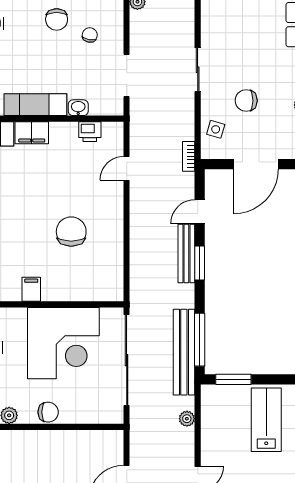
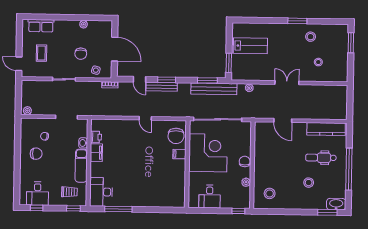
coffee table: (246, 27) -> (41, 53), added
filing cabinet: (32, 133) -> (96, 153), moved
door: (127, 168) -> (145, 118), moved
chair: (71, 232) -> (176, 136), moved, turned -90
filing cabinet: (31, 289) -> (179, 154), moved
window: (200, 340) -> (207, 80), width x0.69
lab bench: (266, 420) -> (250, 46), turned 180

